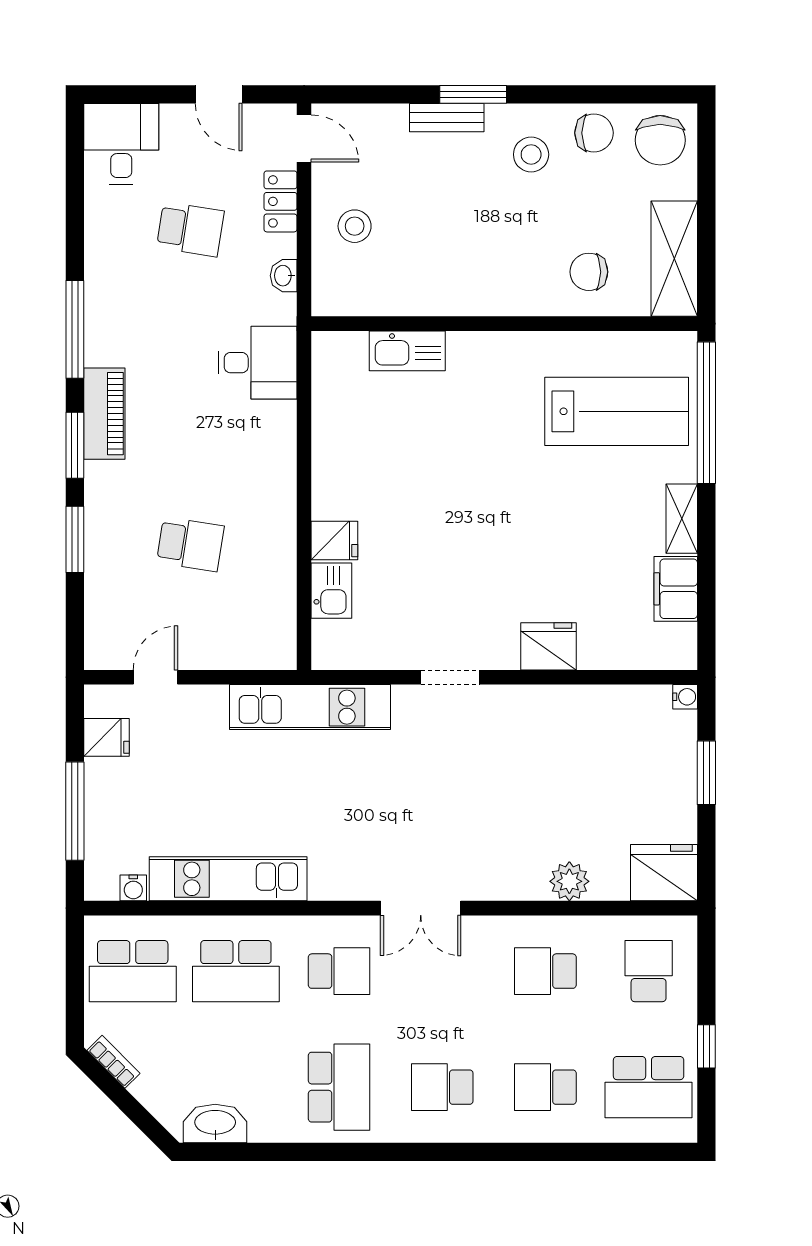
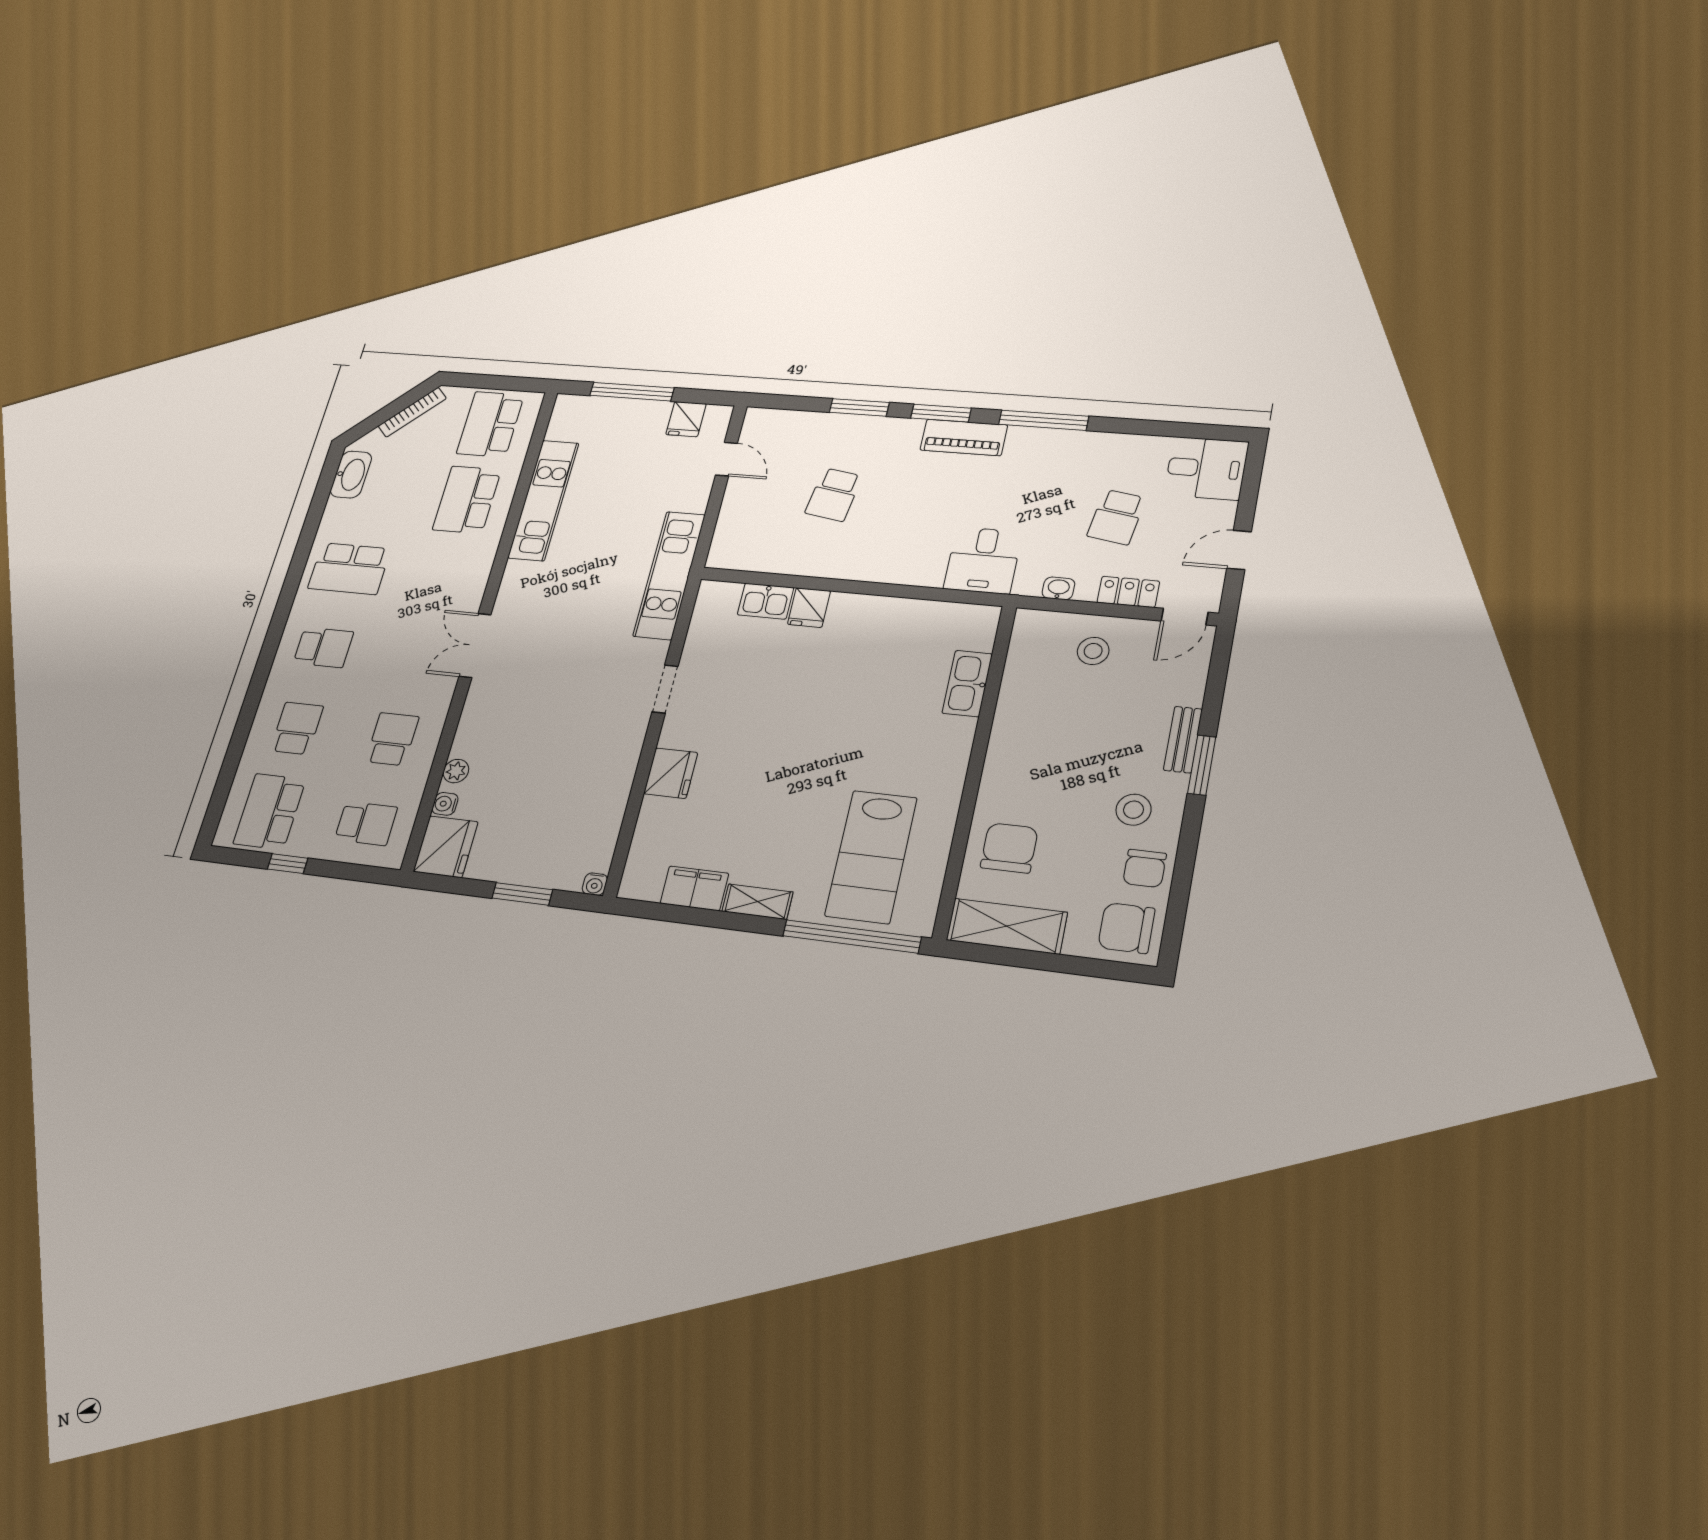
chair: (589, 272) -> (1009, 848), width x1.37, depth x1.37
plant: (569, 881) -> (456, 771), width x0.73, depth x0.73
water cooler: (133, 888) -> (445, 804), moved
school desk: (339, 971) -> (443, 577), removed
bookcase: (114, 1062) -> (412, 412), width x1.56
school desk: (442, 1087) -> (323, 647), turned 90

